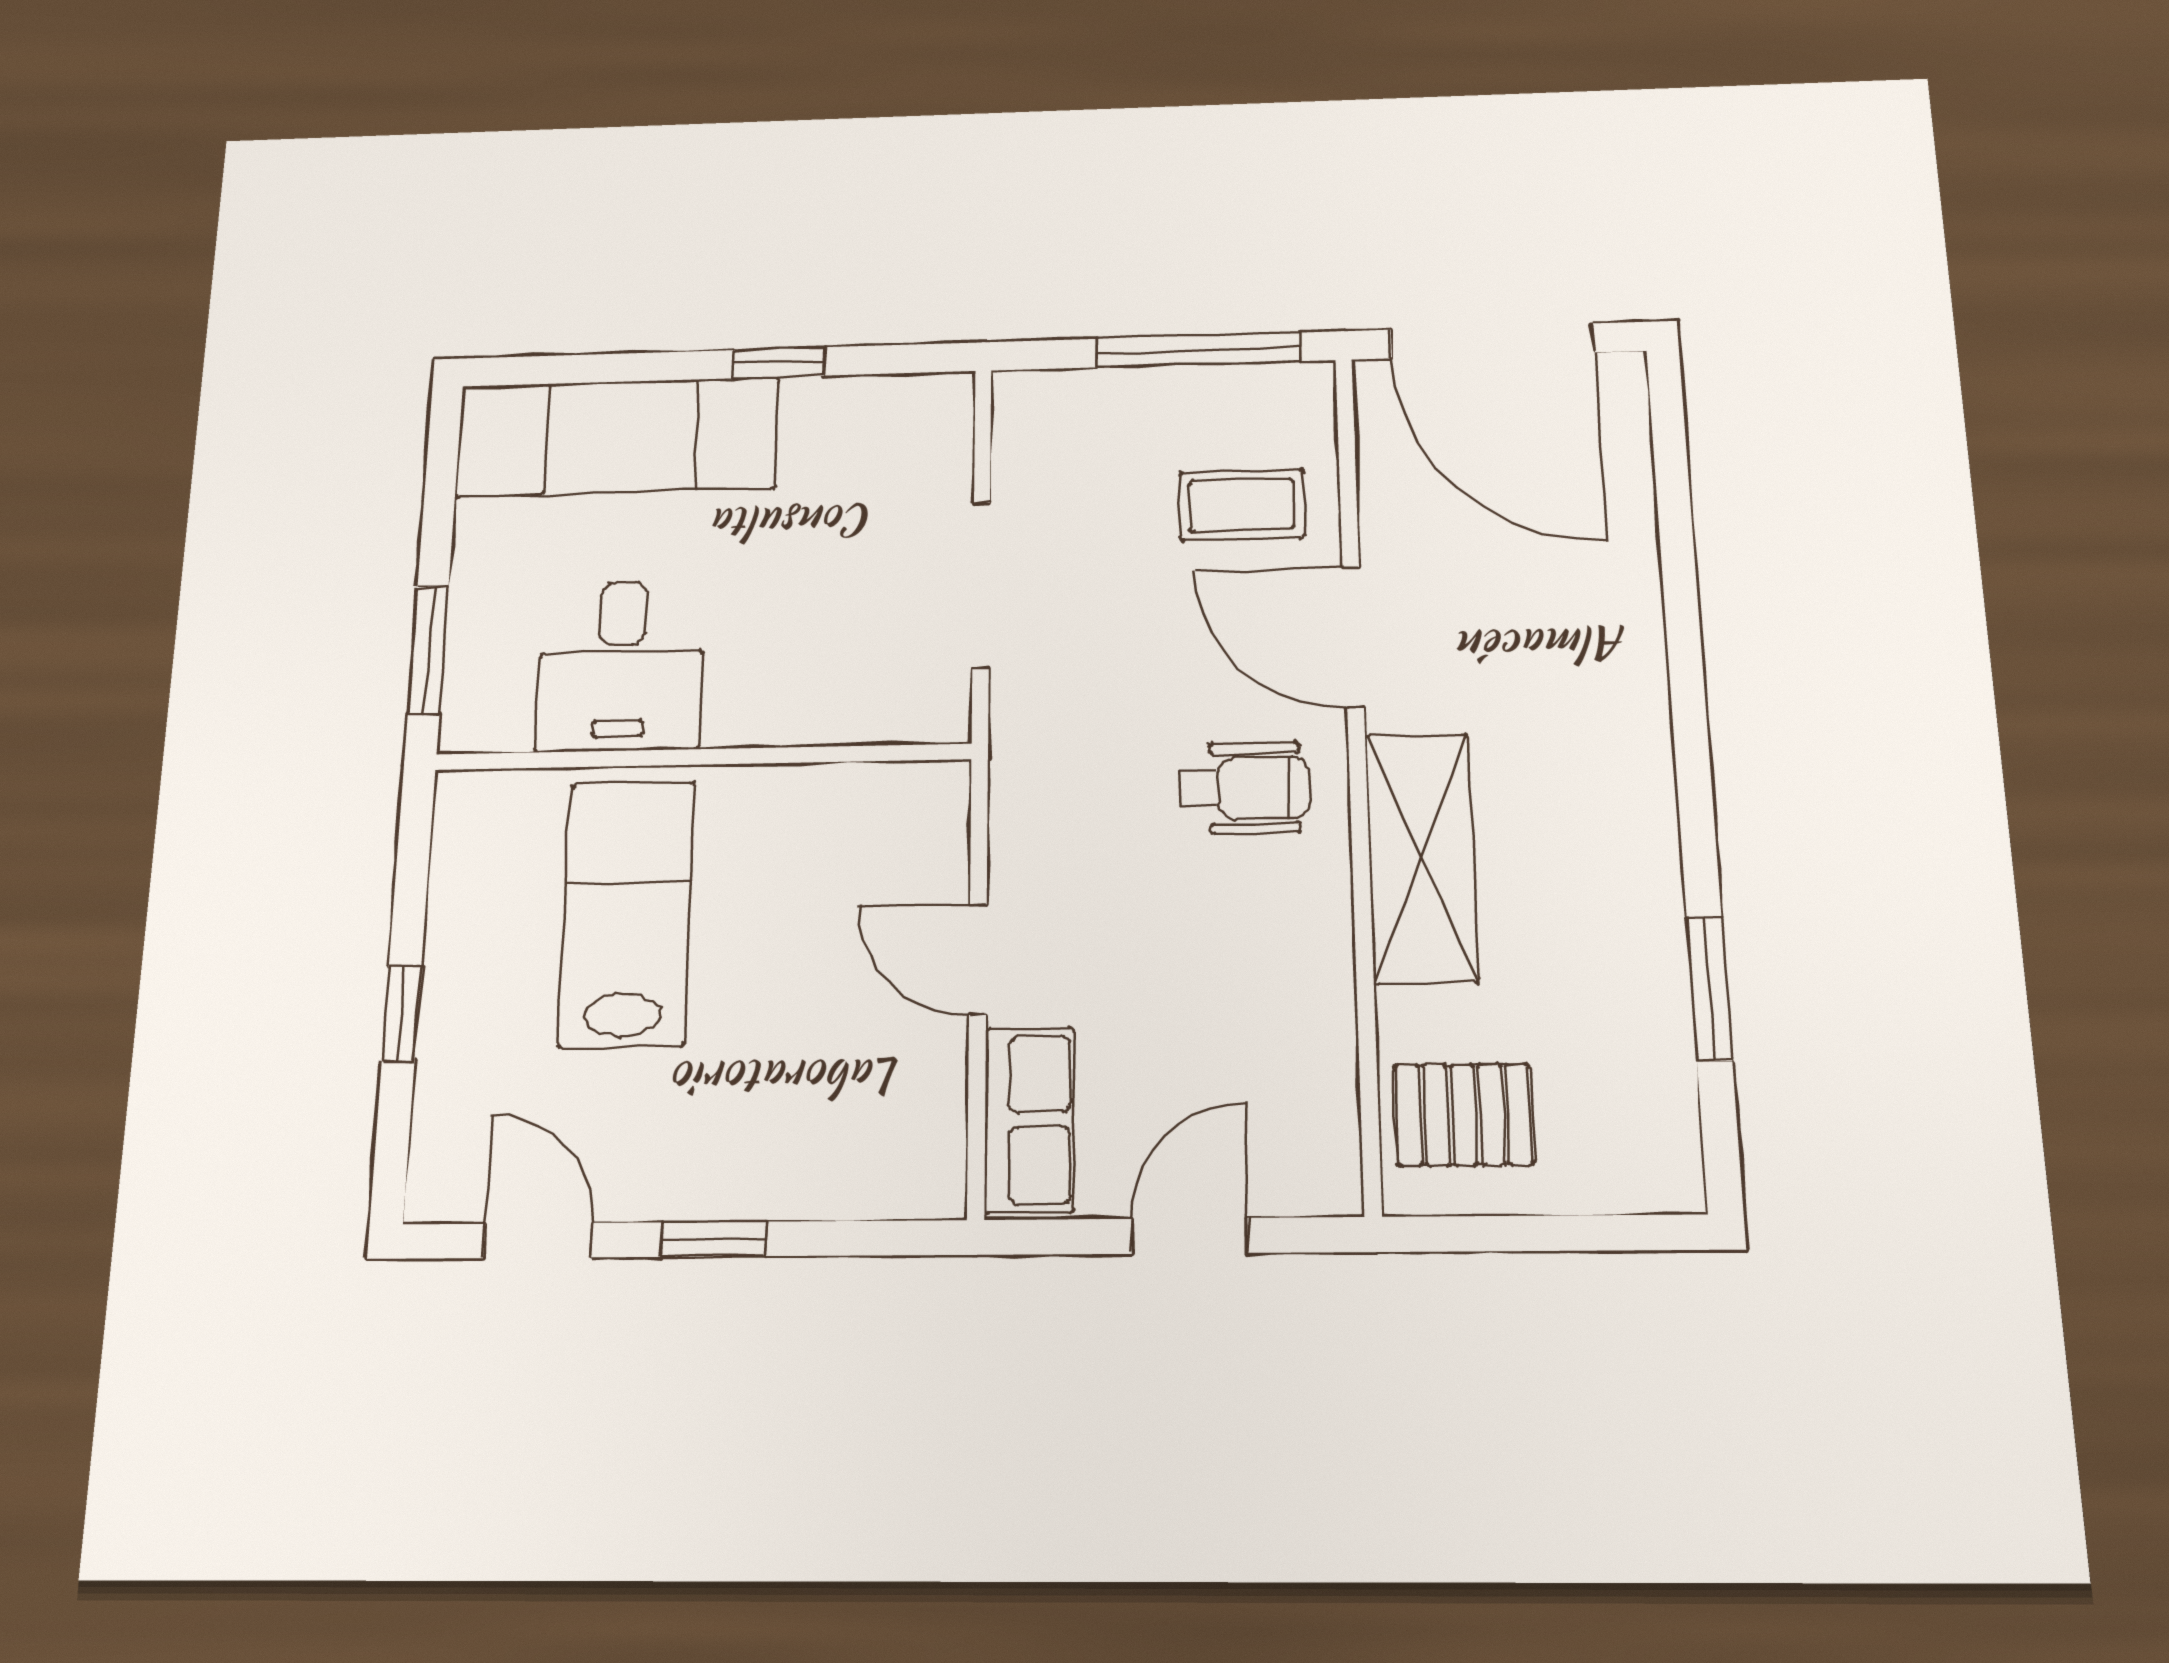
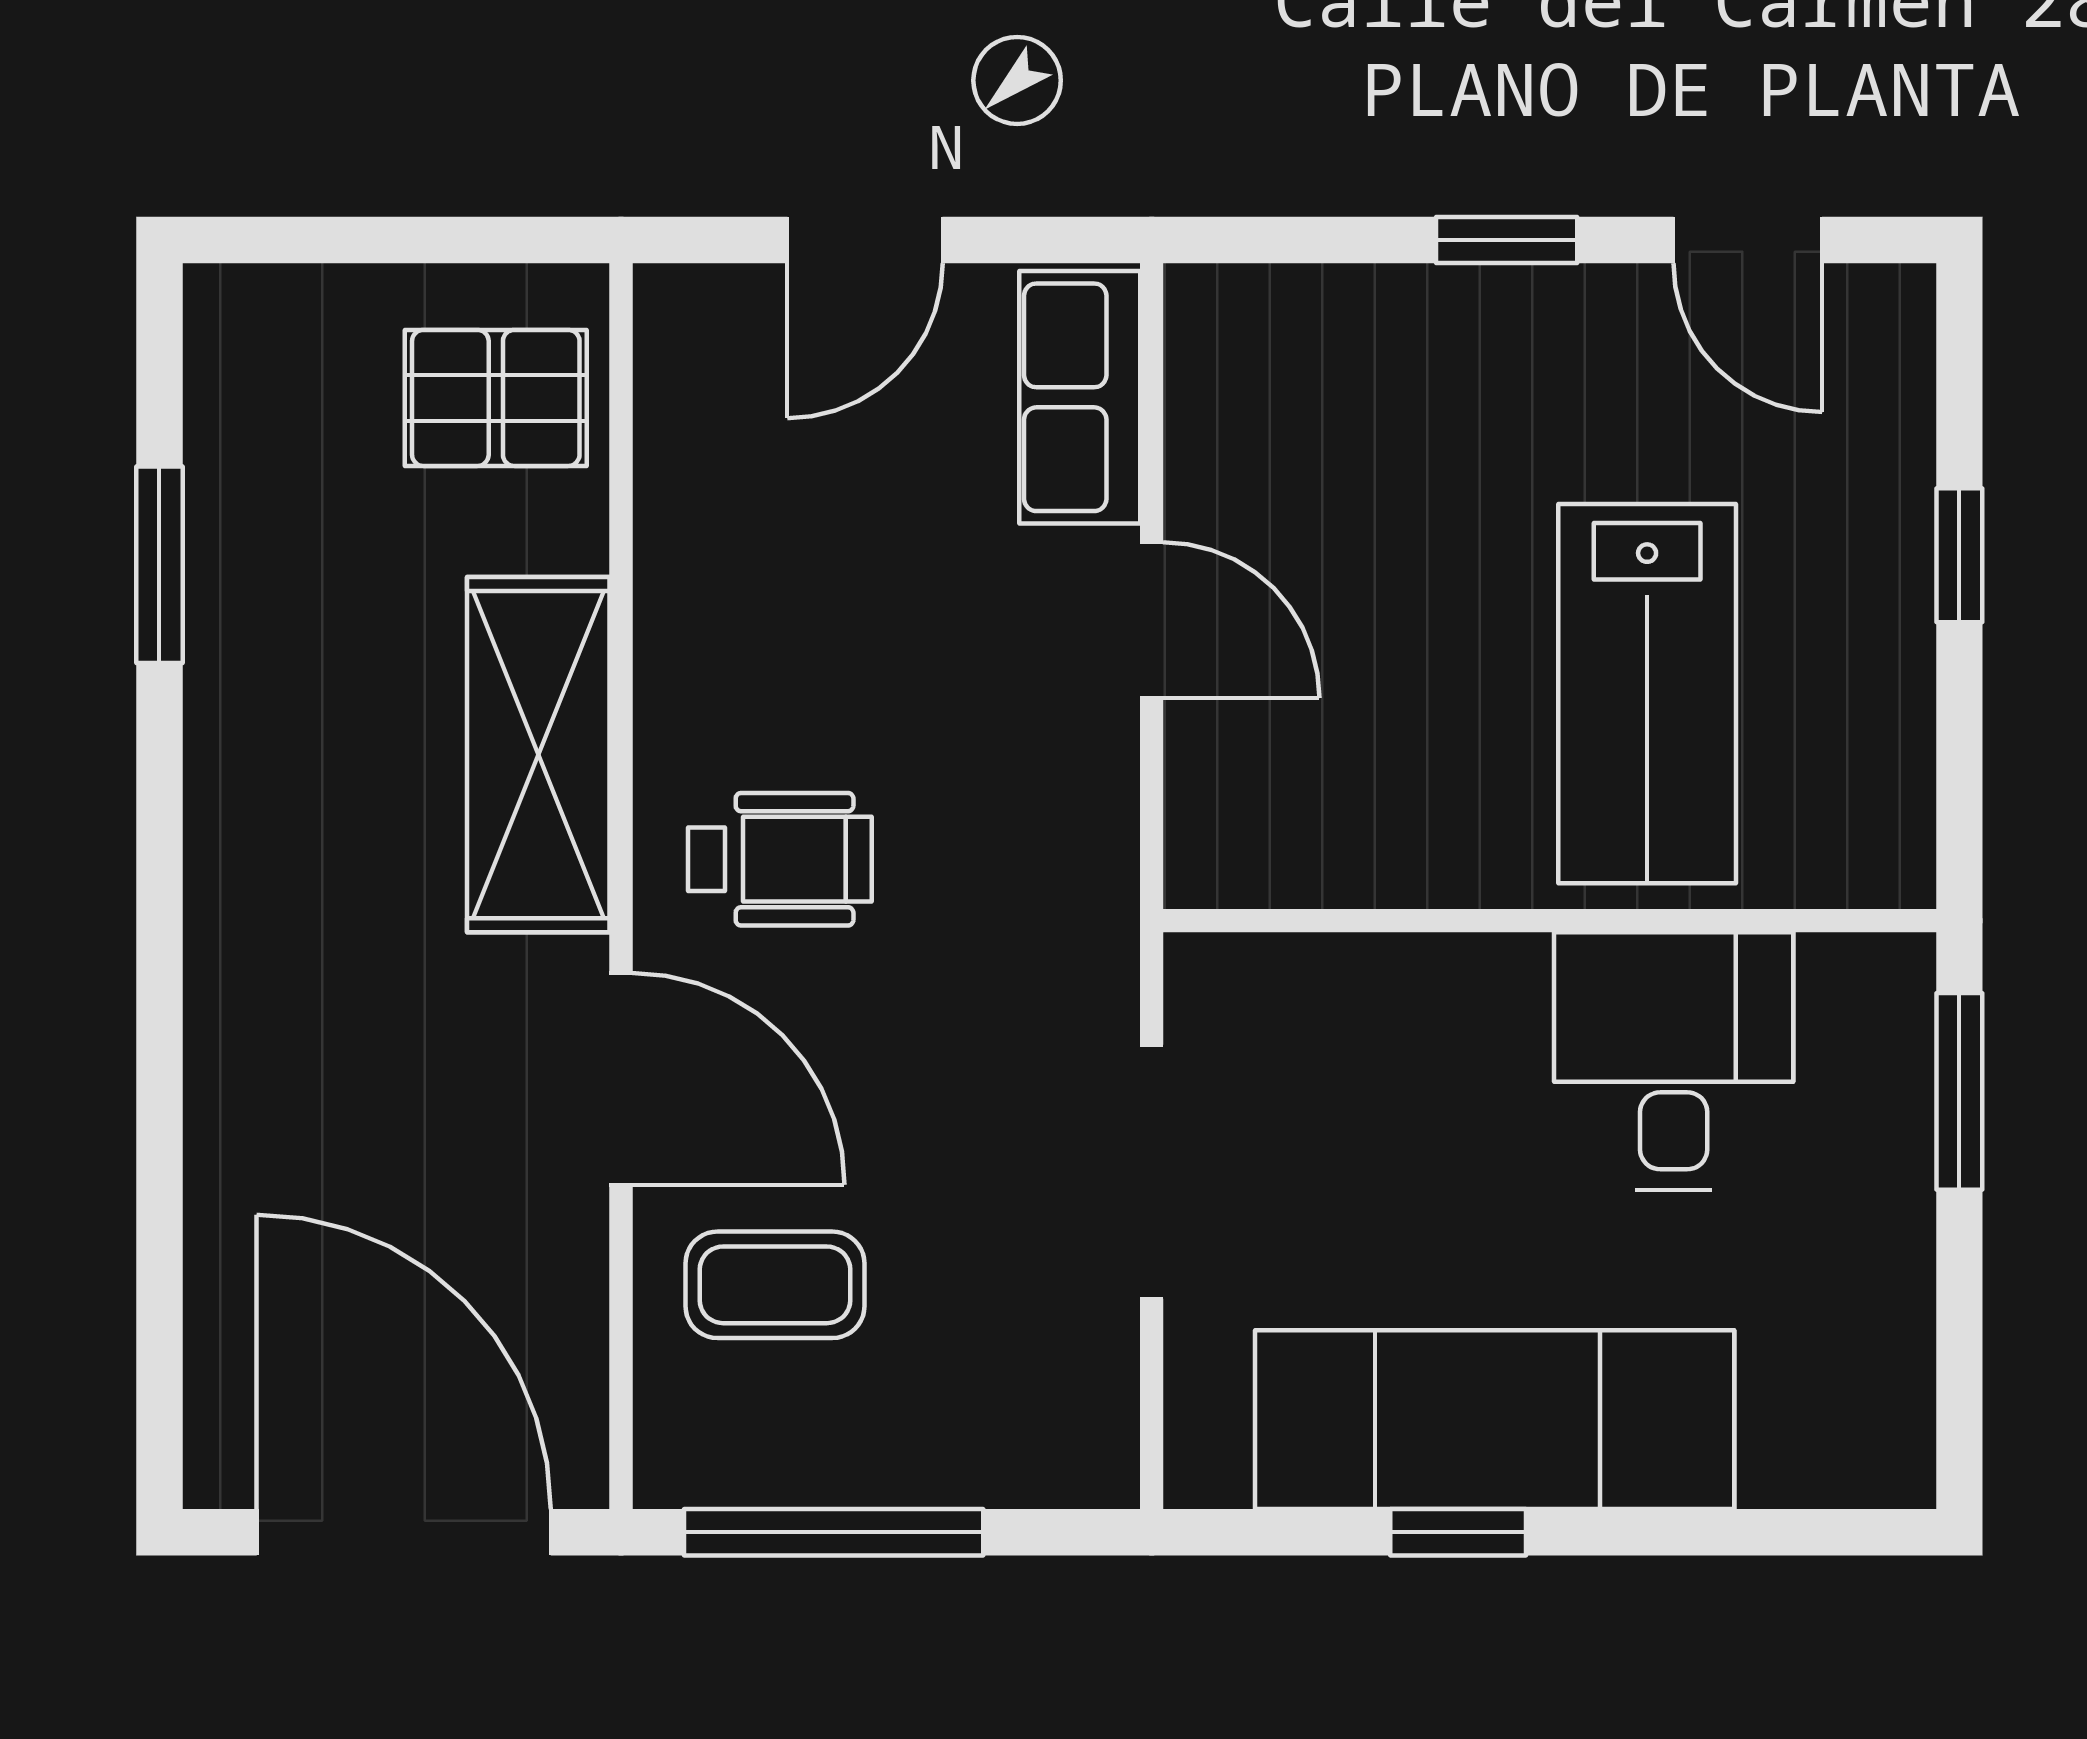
exam couch: (617, 437) -> (1495, 1420), moved
wheelchair: (1244, 788) -> (780, 859), turned 180

